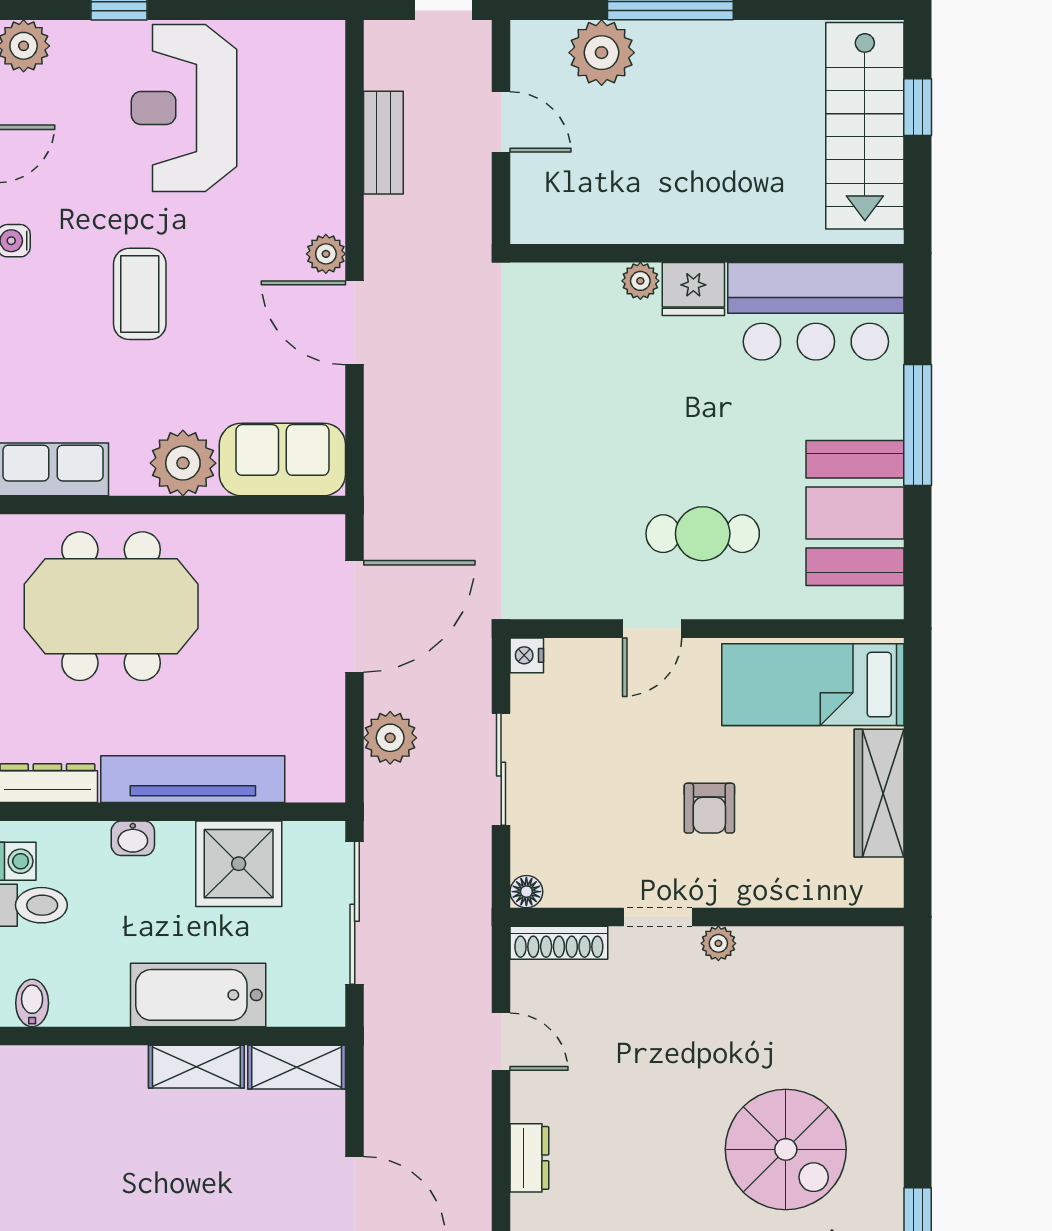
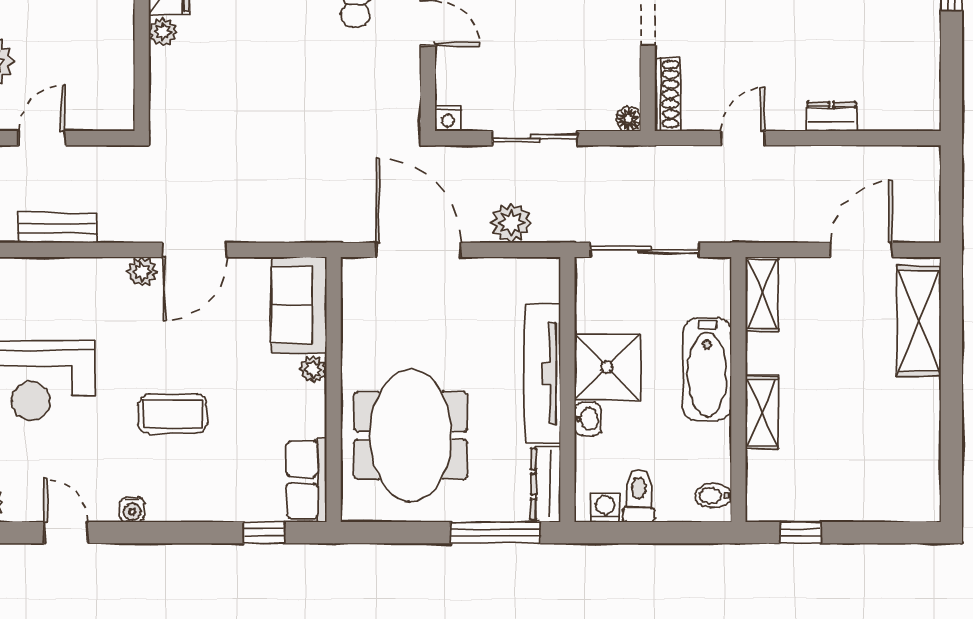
plant: (183, 463) -> (313, 369), width x0.53, depth x0.53
shower: (239, 864) -> (607, 367), moved
shelving: (196, 1067) -> (762, 413), moved

